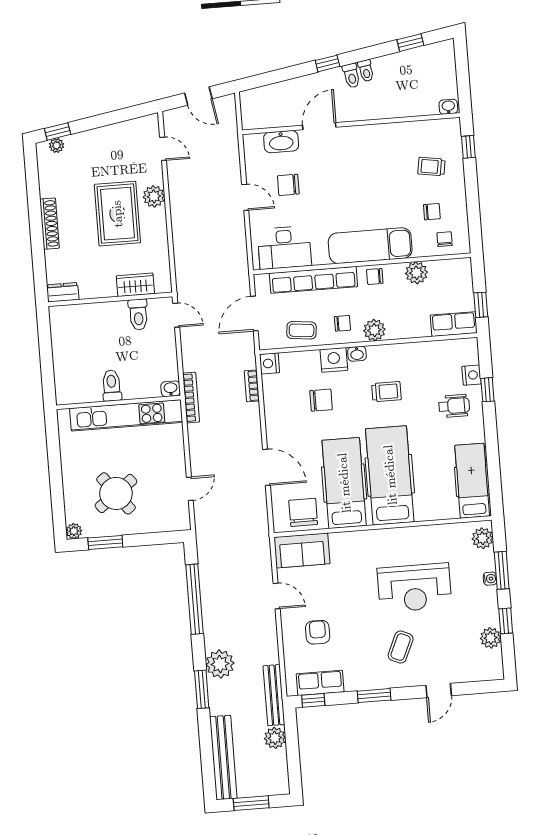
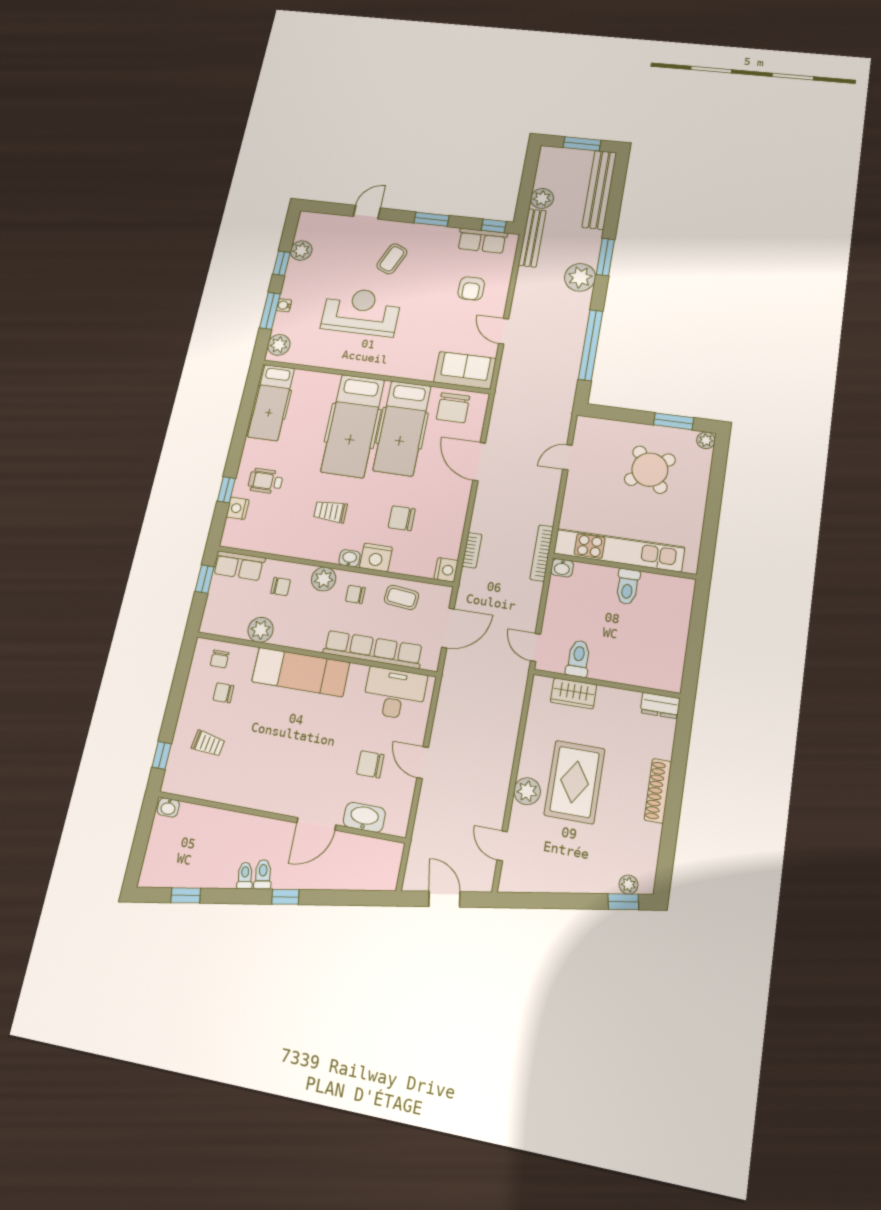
chair: (288, 185) -> (370, 764), turned 180
chair: (375, 276) -> (281, 587), moved

